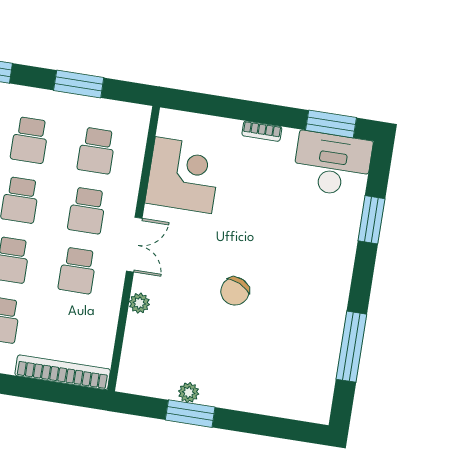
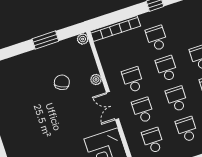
chair: (235, 291) -> (62, 82), moved
plant: (189, 393) -> (83, 39), moved

